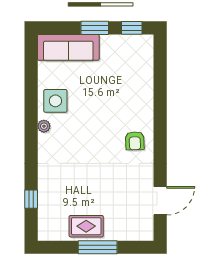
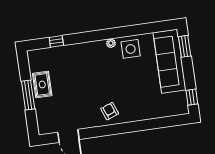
window: (95, 28) -> (185, 46), moved
sofa: (68, 47) -> (170, 61), width x1.36, depth x1.27
armchair: (135, 141) -> (110, 111), turned 71

